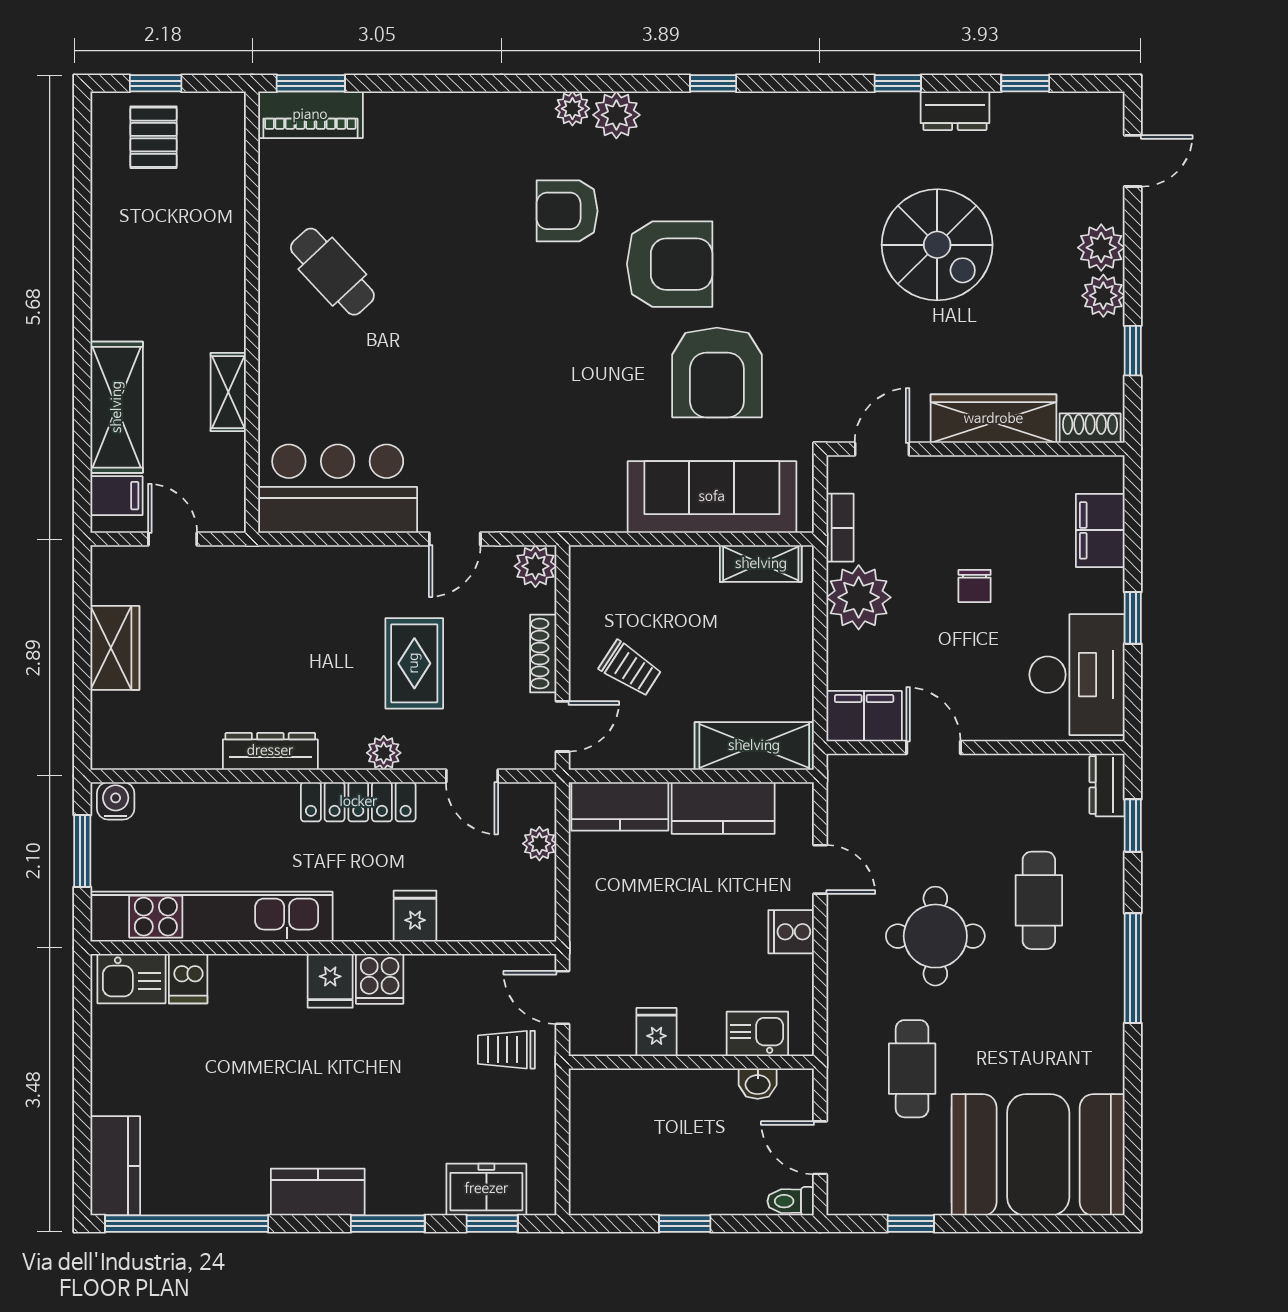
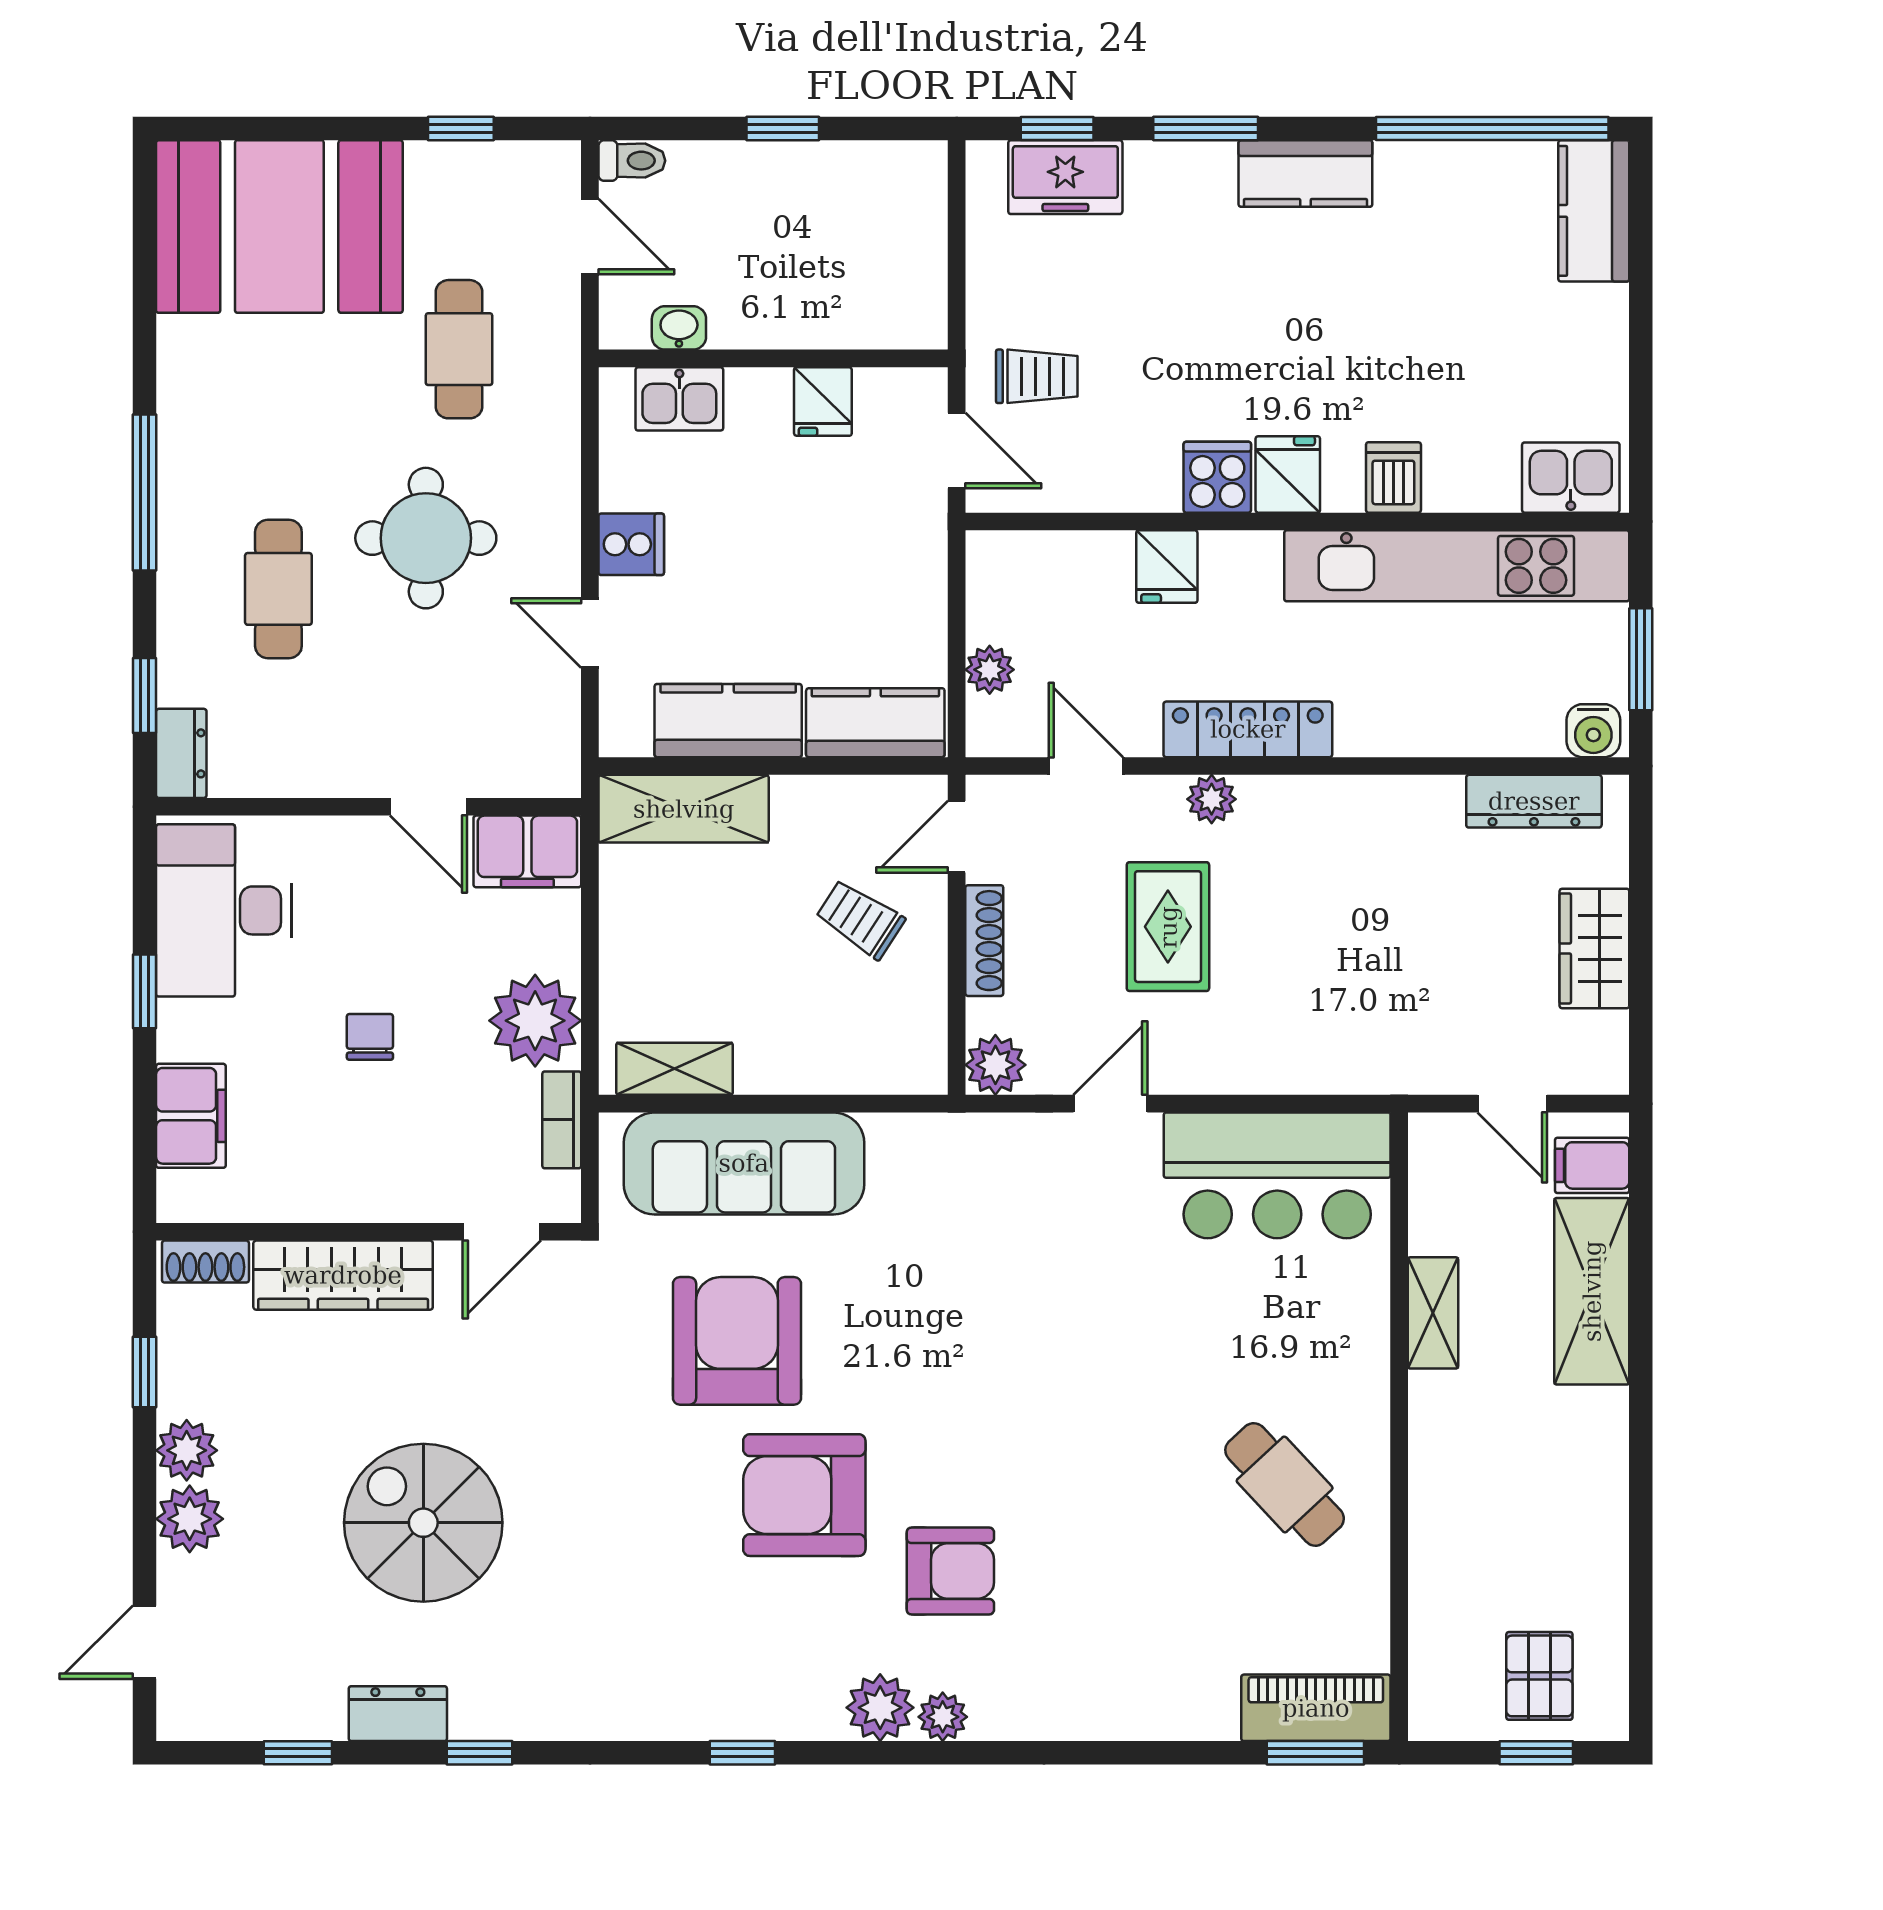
dresser: (270, 751) -> (1534, 801), moved
dishwasher: (188, 979) -> (1393, 477), moved

